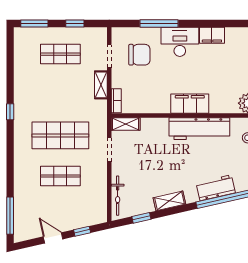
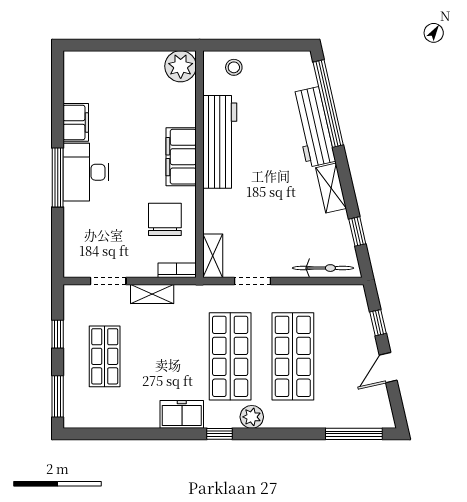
window: (159, 24) -> (58, 177), moved
chair: (139, 55) -> (165, 219), moved
freezer: (23, 104) -> (182, 414), added
window: (10, 112) -> (219, 434), moved
plant: (21, 149) -> (252, 417), added
shop shelf: (60, 176) -> (293, 356), width x1.43, depth x1.36
workbench: (216, 188) -> (313, 127), width x1.38

